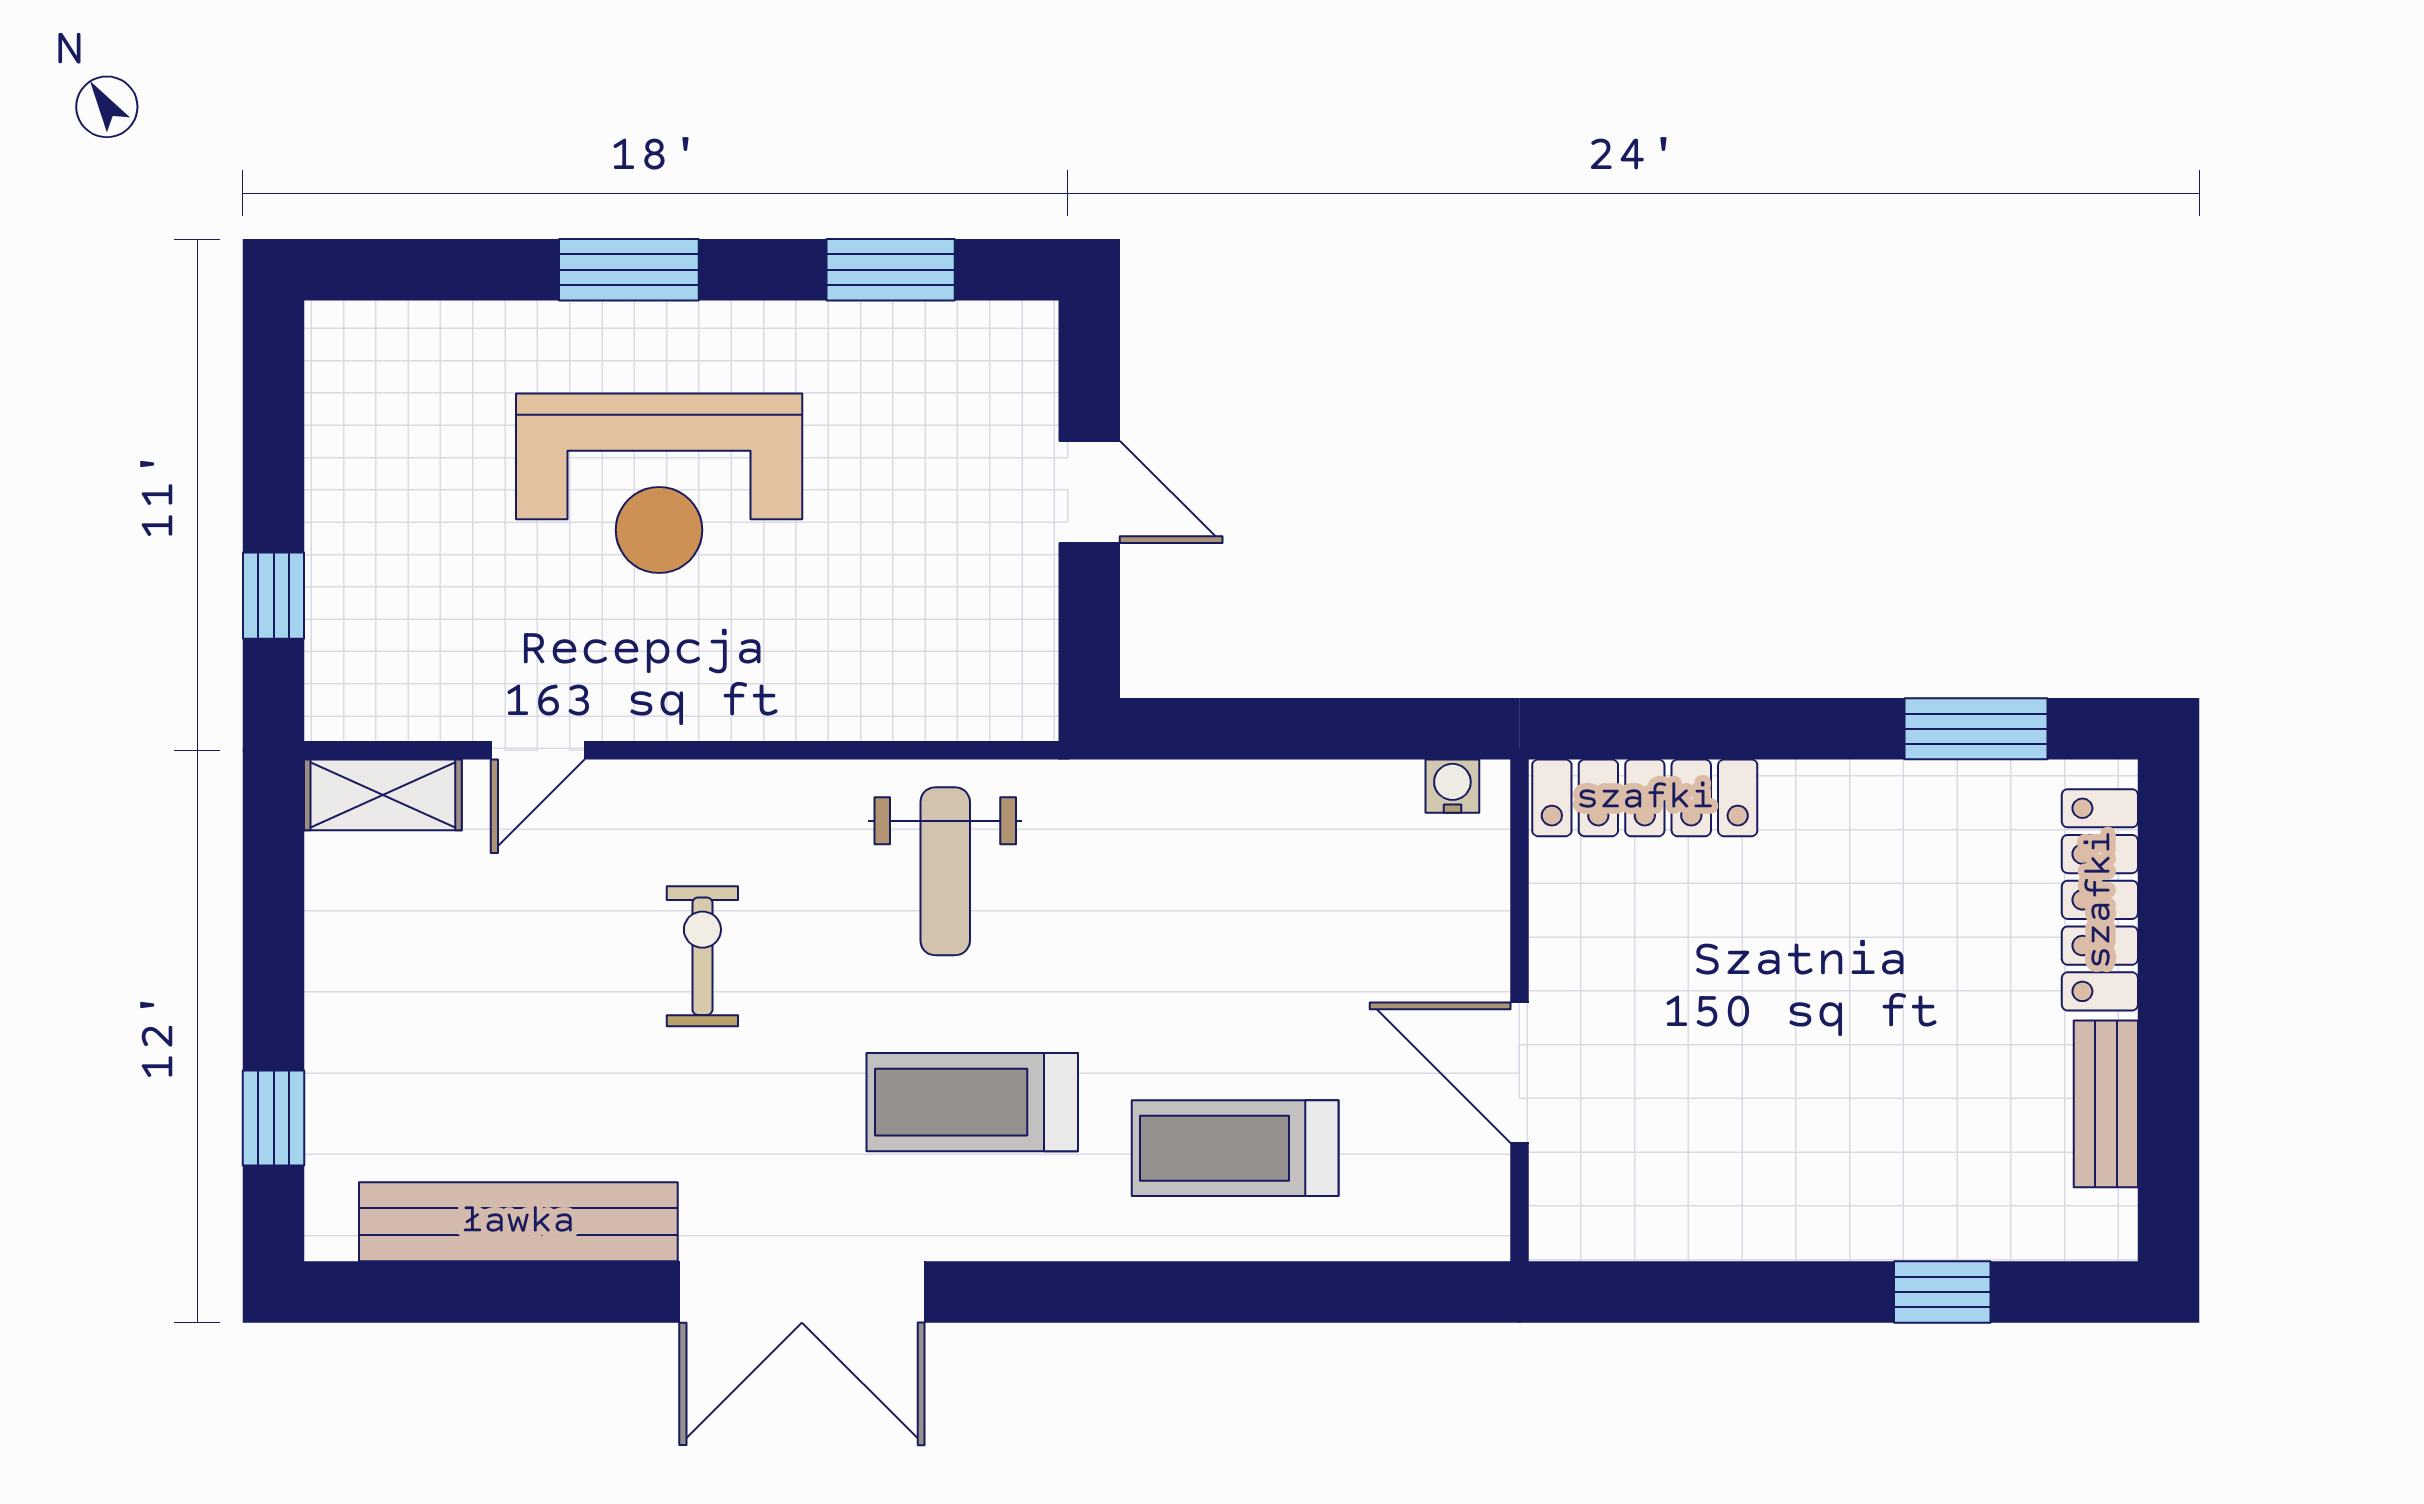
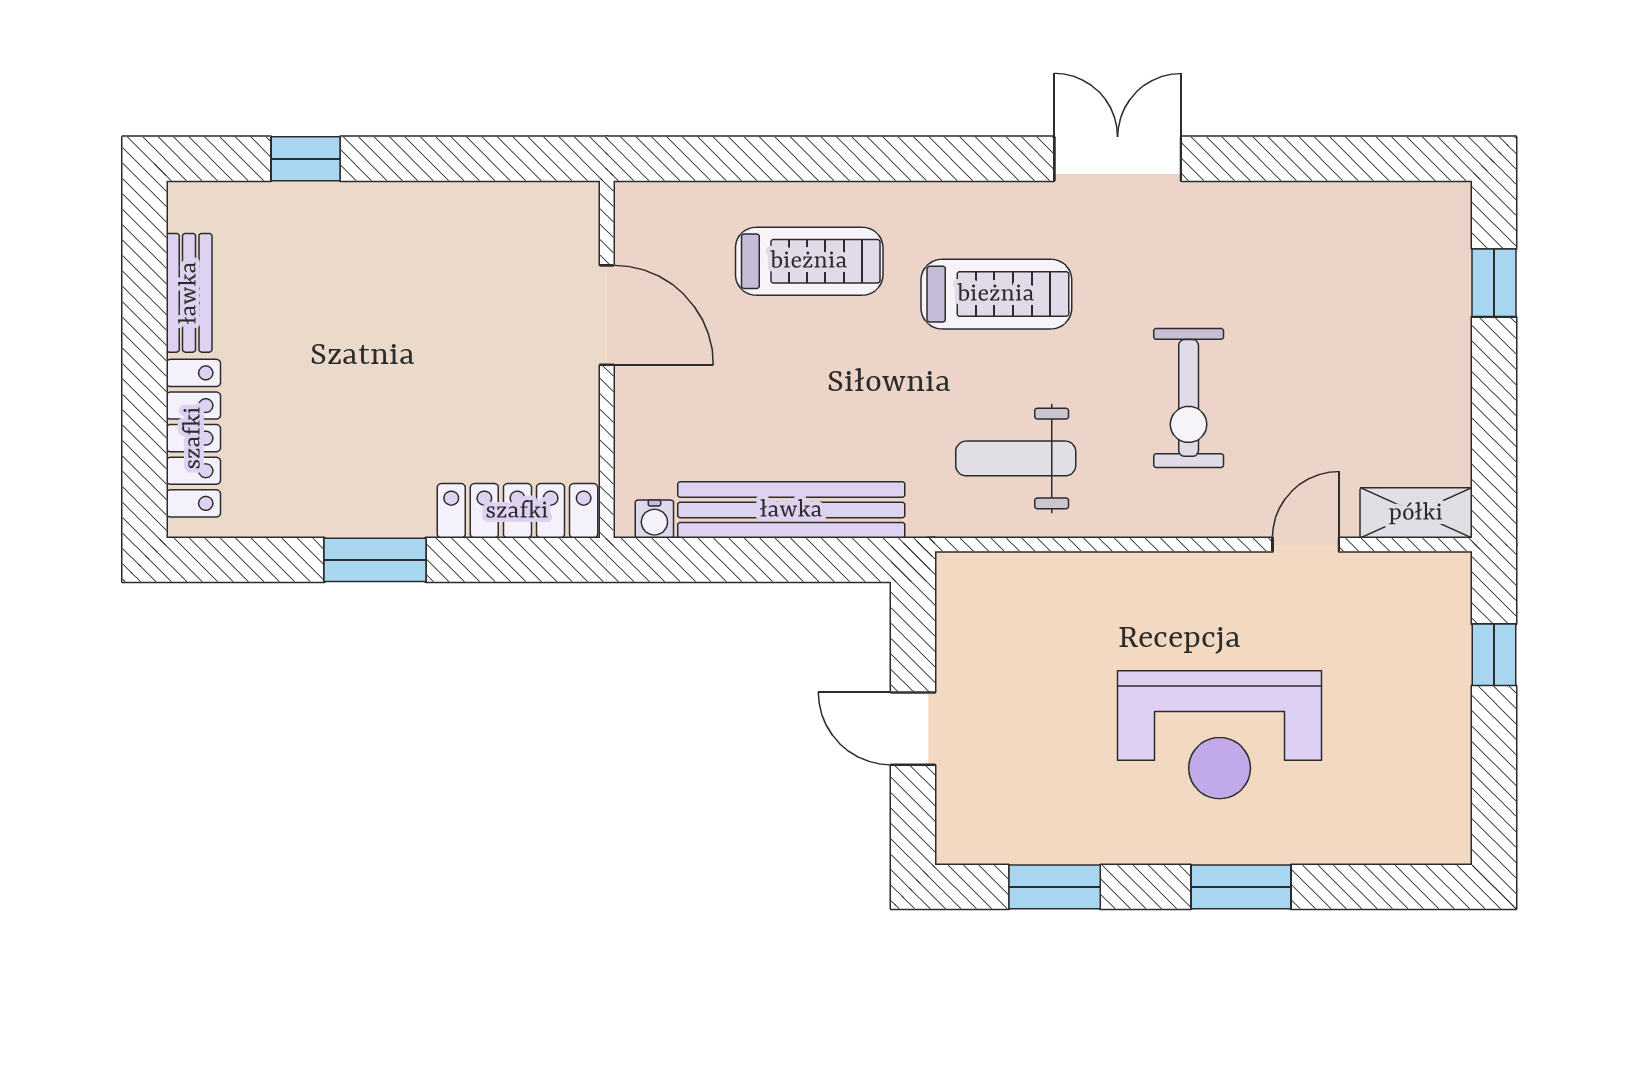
reception desk: (659, 483) -> (1220, 735), turned 180
window: (1976, 729) -> (375, 560), moved
weight bench: (945, 871) -> (1016, 458), turned -90
exercise bike: (702, 956) -> (1189, 398), width x1.38, depth x1.39
bench: (518, 1222) -> (791, 510), moved
double door: (802, 1292) -> (1118, 159), width x0.73

